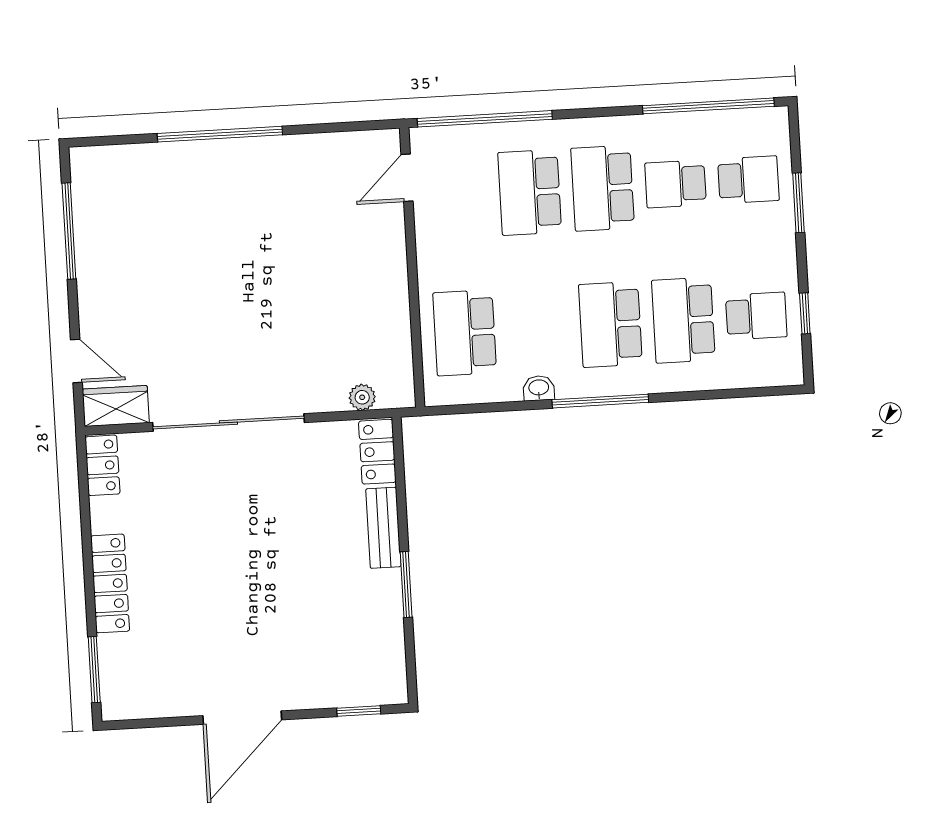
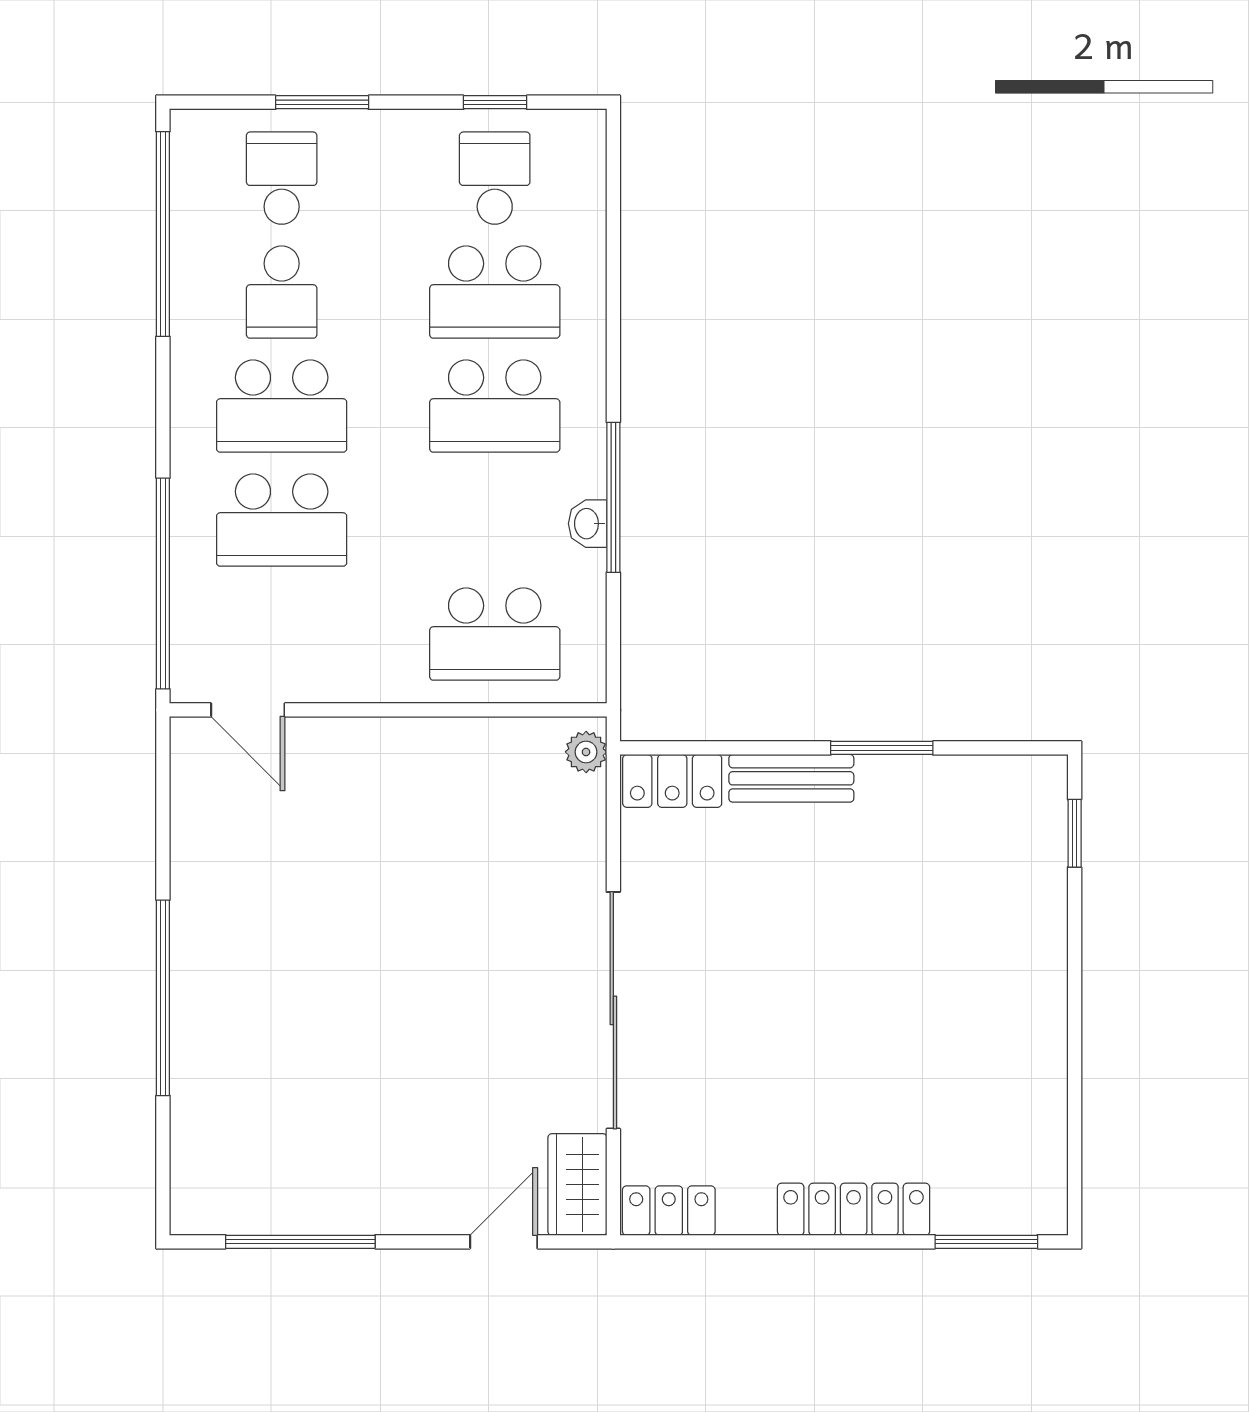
plant: (362, 397) -> (586, 752), moved
window: (600, 401) -> (613, 497), moved
door: (242, 718) -> (1075, 1015), removed

